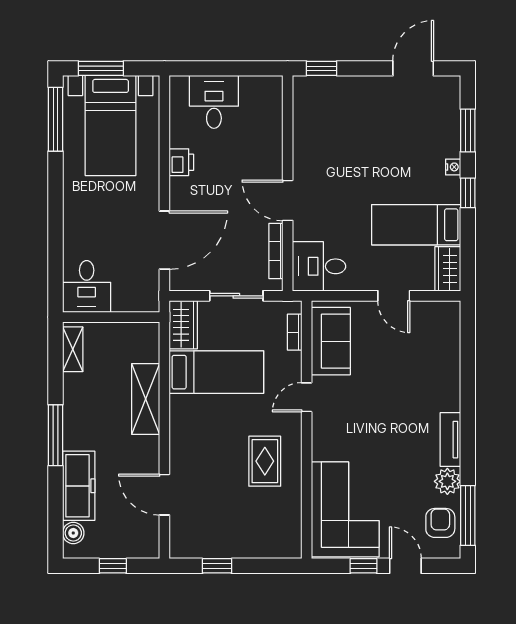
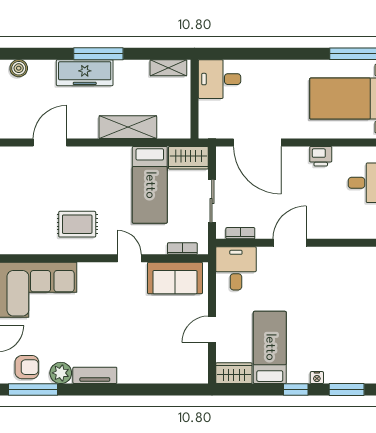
bookcase: (276, 251) -> (240, 233), width x0.64
freezer: (79, 486) -> (85, 73), moved

